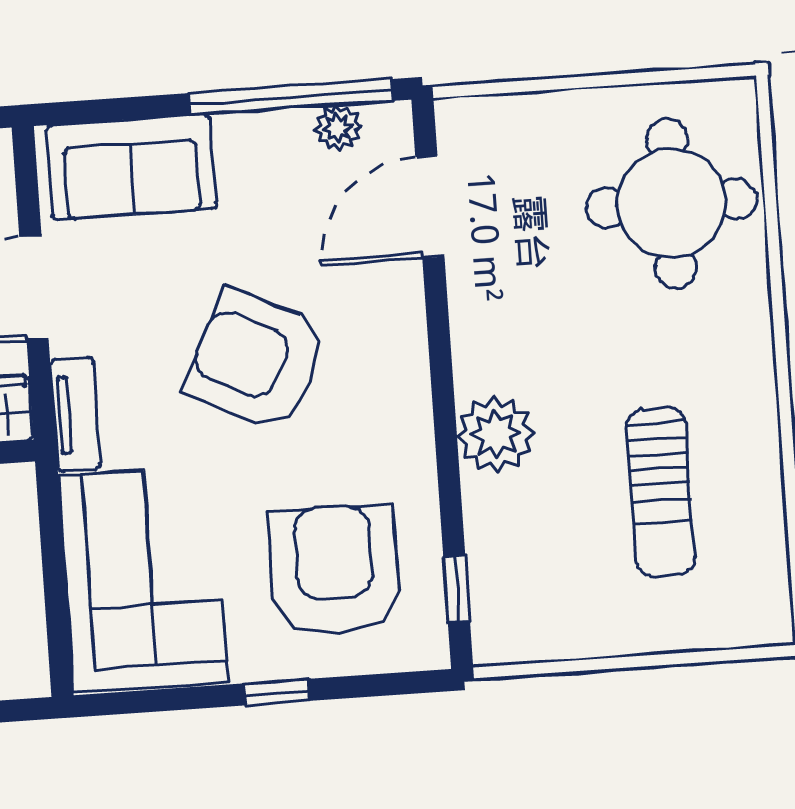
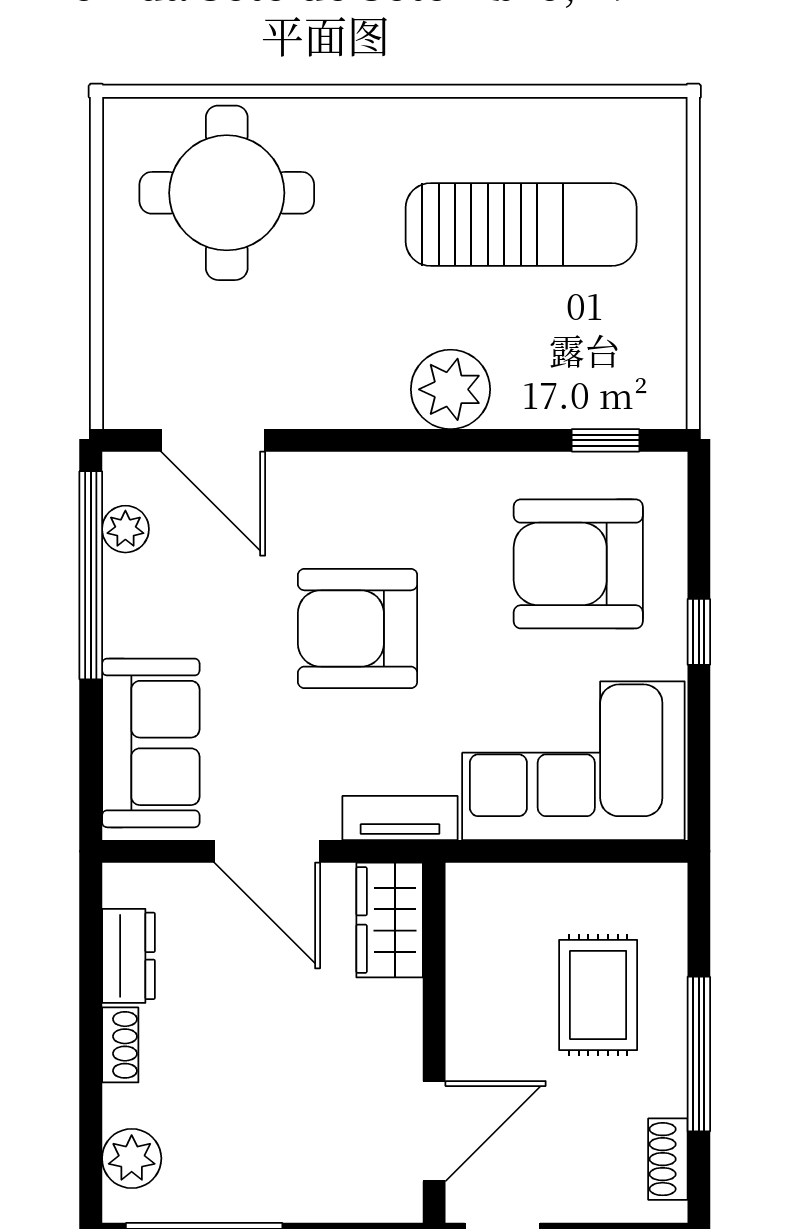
armchair: (257, 360) -> (358, 628), turned 64
sun lounger: (661, 492) -> (521, 225), width x1.36, depth x1.34

